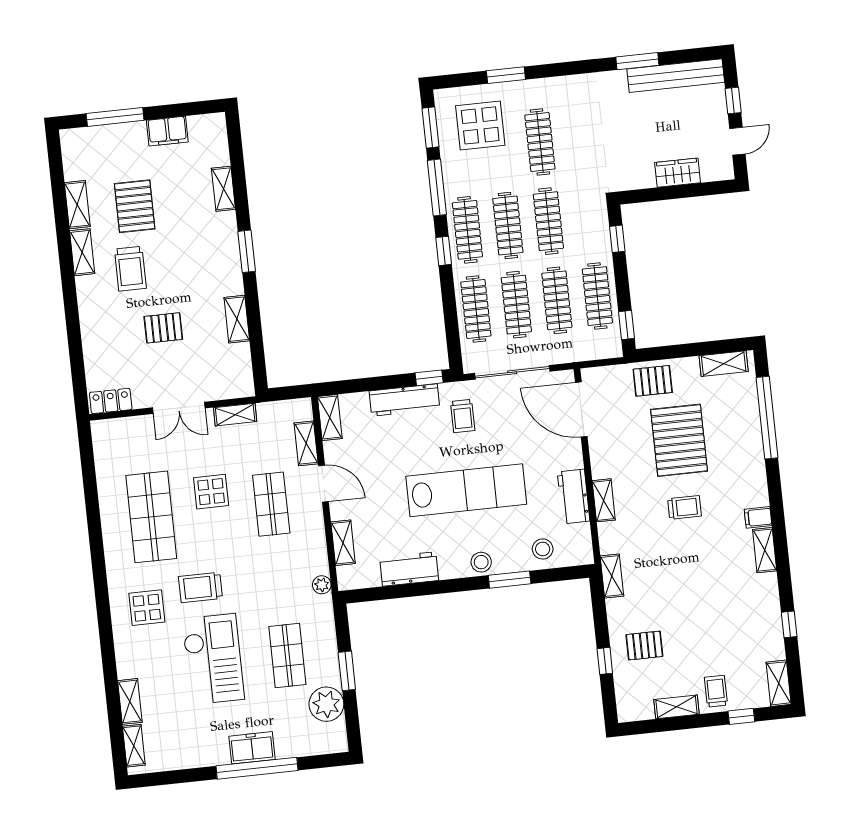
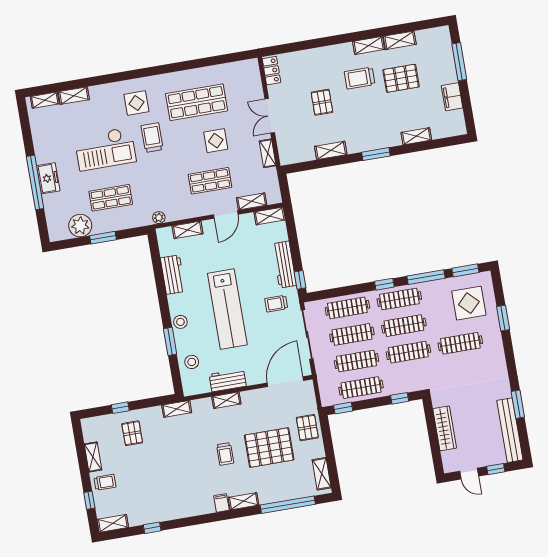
wardrobe: (678, 173) -> (445, 428), width x1.50
shelving: (765, 550) -> (243, 501), moved

